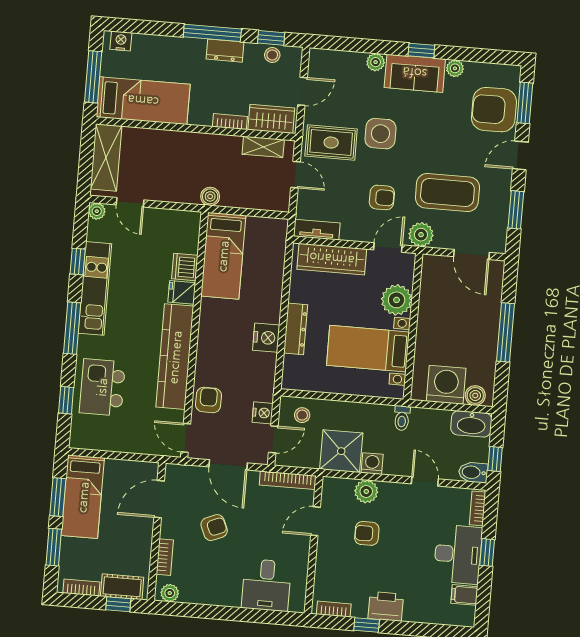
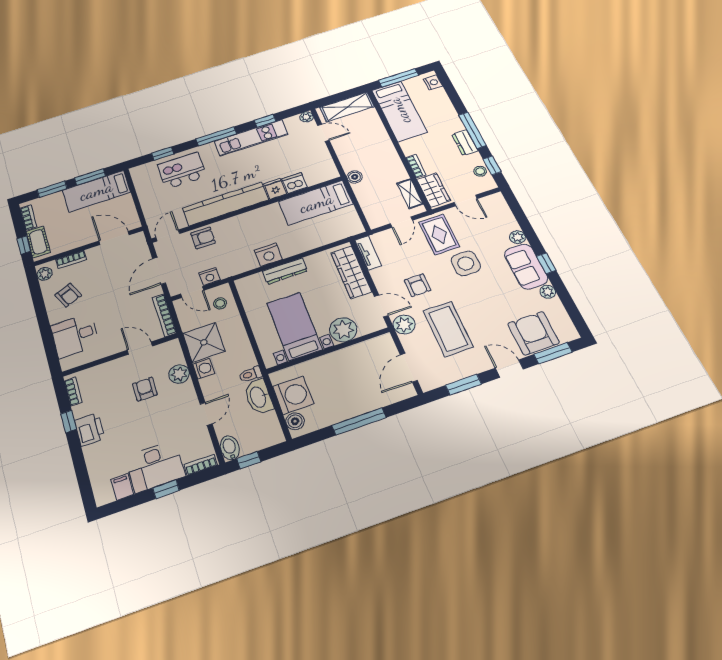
door: (130, 202) -> (323, 133), swing flipped
washbasin: (471, 424) -> (259, 397), moved
armchair: (214, 528) -> (68, 295), moved

